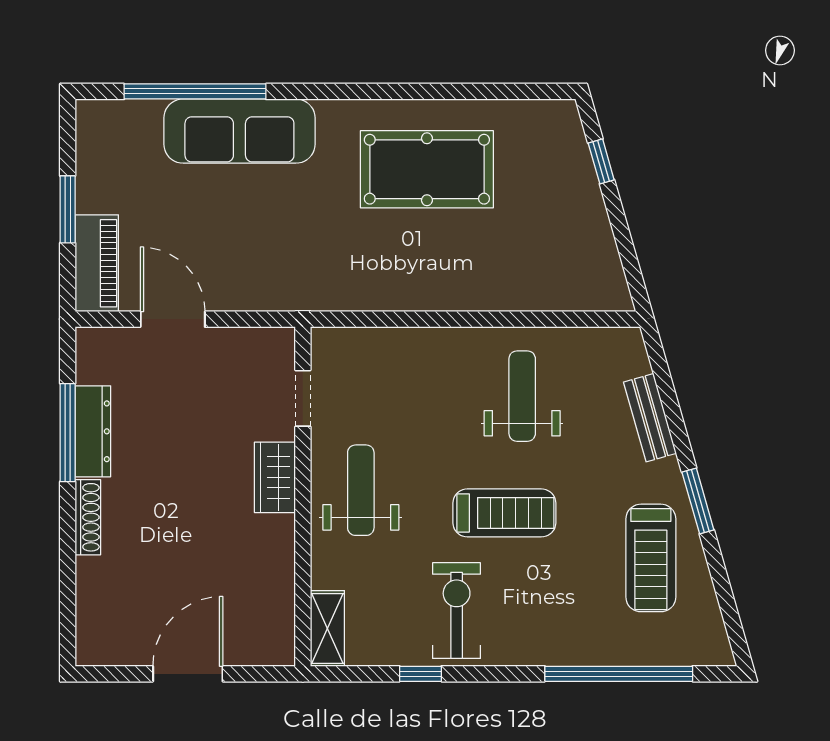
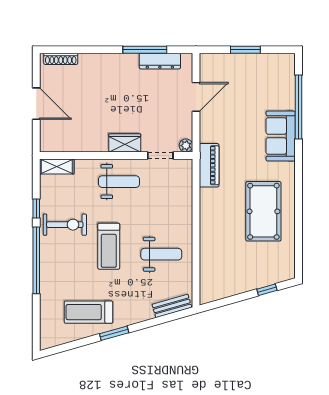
sofa: (239, 131) -> (281, 136), width x0.73
piano: (97, 263) -> (209, 165), moved, turned -90
plant: (281, 341) -> (186, 146), added
bench: (650, 418) -> (172, 306), moved
dresser: (93, 431) -> (160, 61), moved
shoe rack: (88, 517) -> (61, 59), moved
window: (619, 674) -> (36, 260), moved

